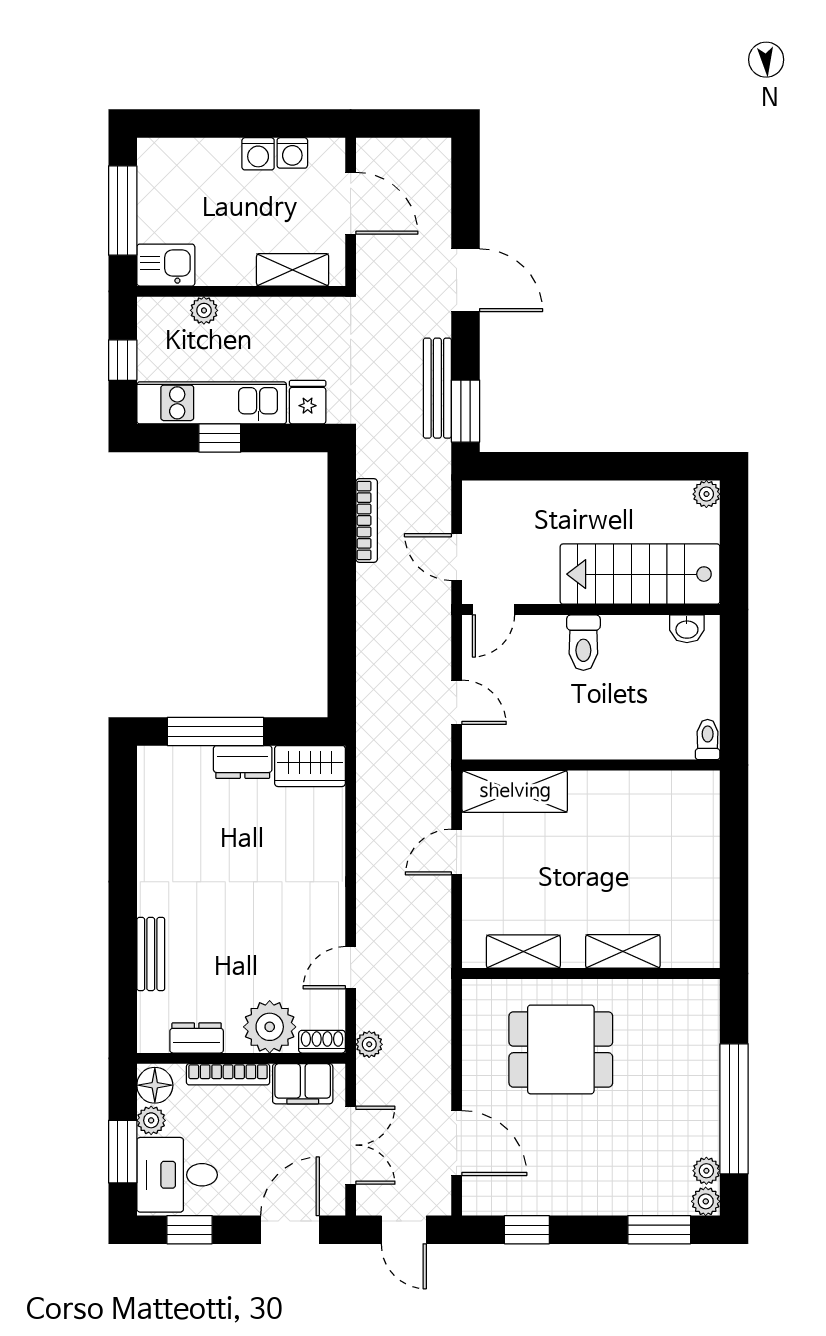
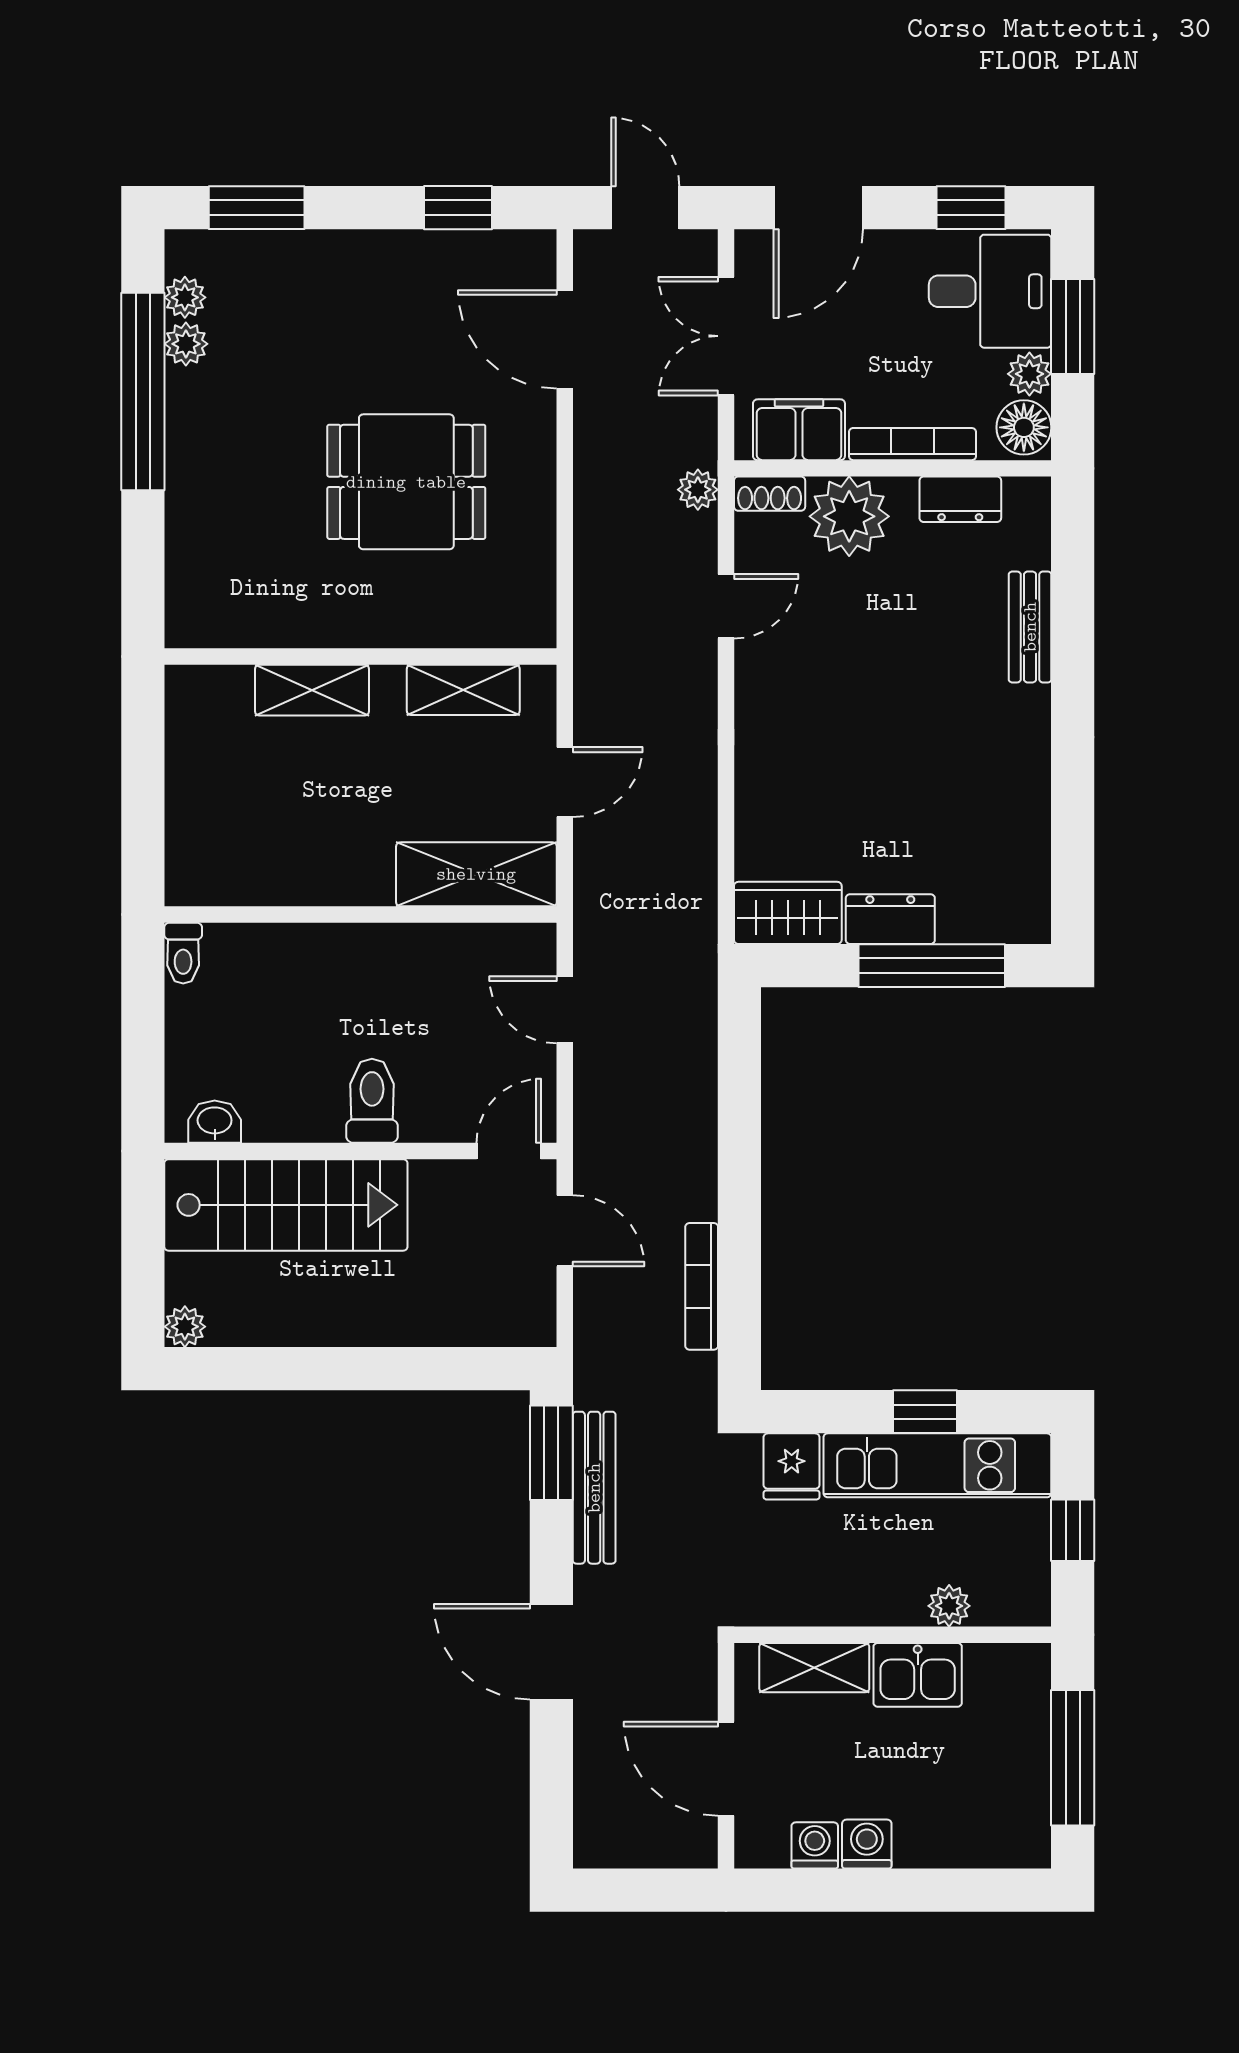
kitchen sink: (166, 265) -> (918, 1675), moved
shelving: (623, 951) -> (312, 690), moved
shelving: (523, 952) -> (463, 690), moved
wall: (591, 973) -> (360, 656), moved
plant: (706, 1201) -> (186, 344), moved

